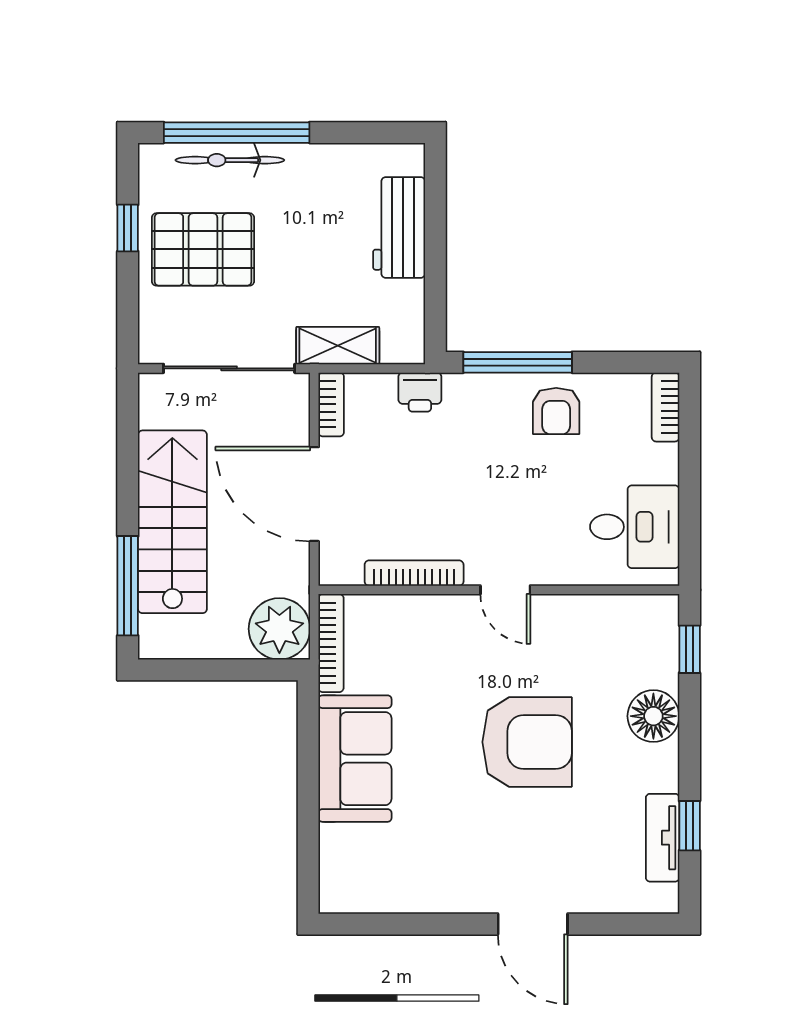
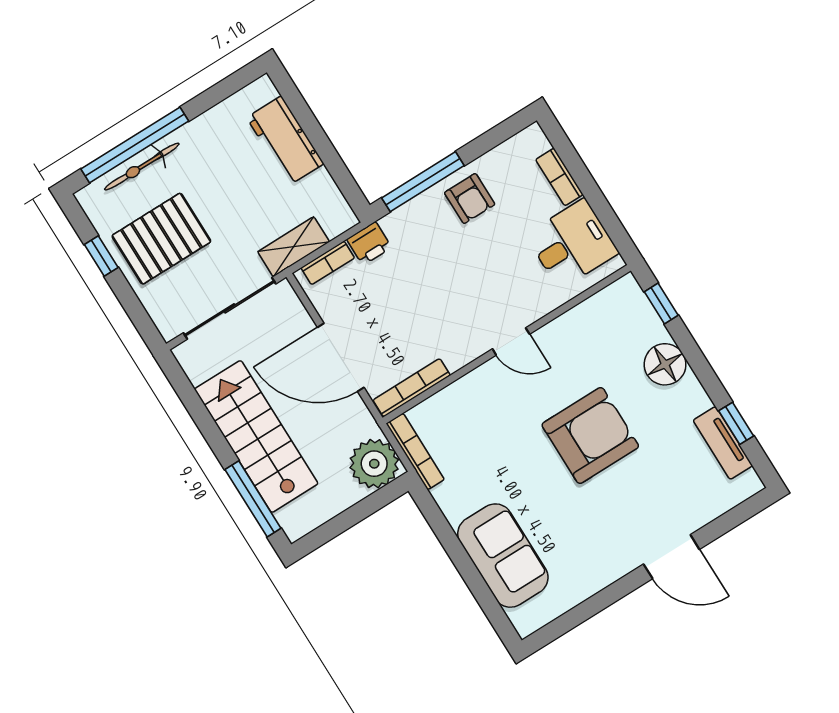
bookcase: (331, 404) -> (328, 263), moved, turned 90
bookcase: (666, 407) -> (559, 177), moved
bookcase: (414, 573) -> (412, 388), moved
sofa: (355, 759) -> (503, 556), moved

